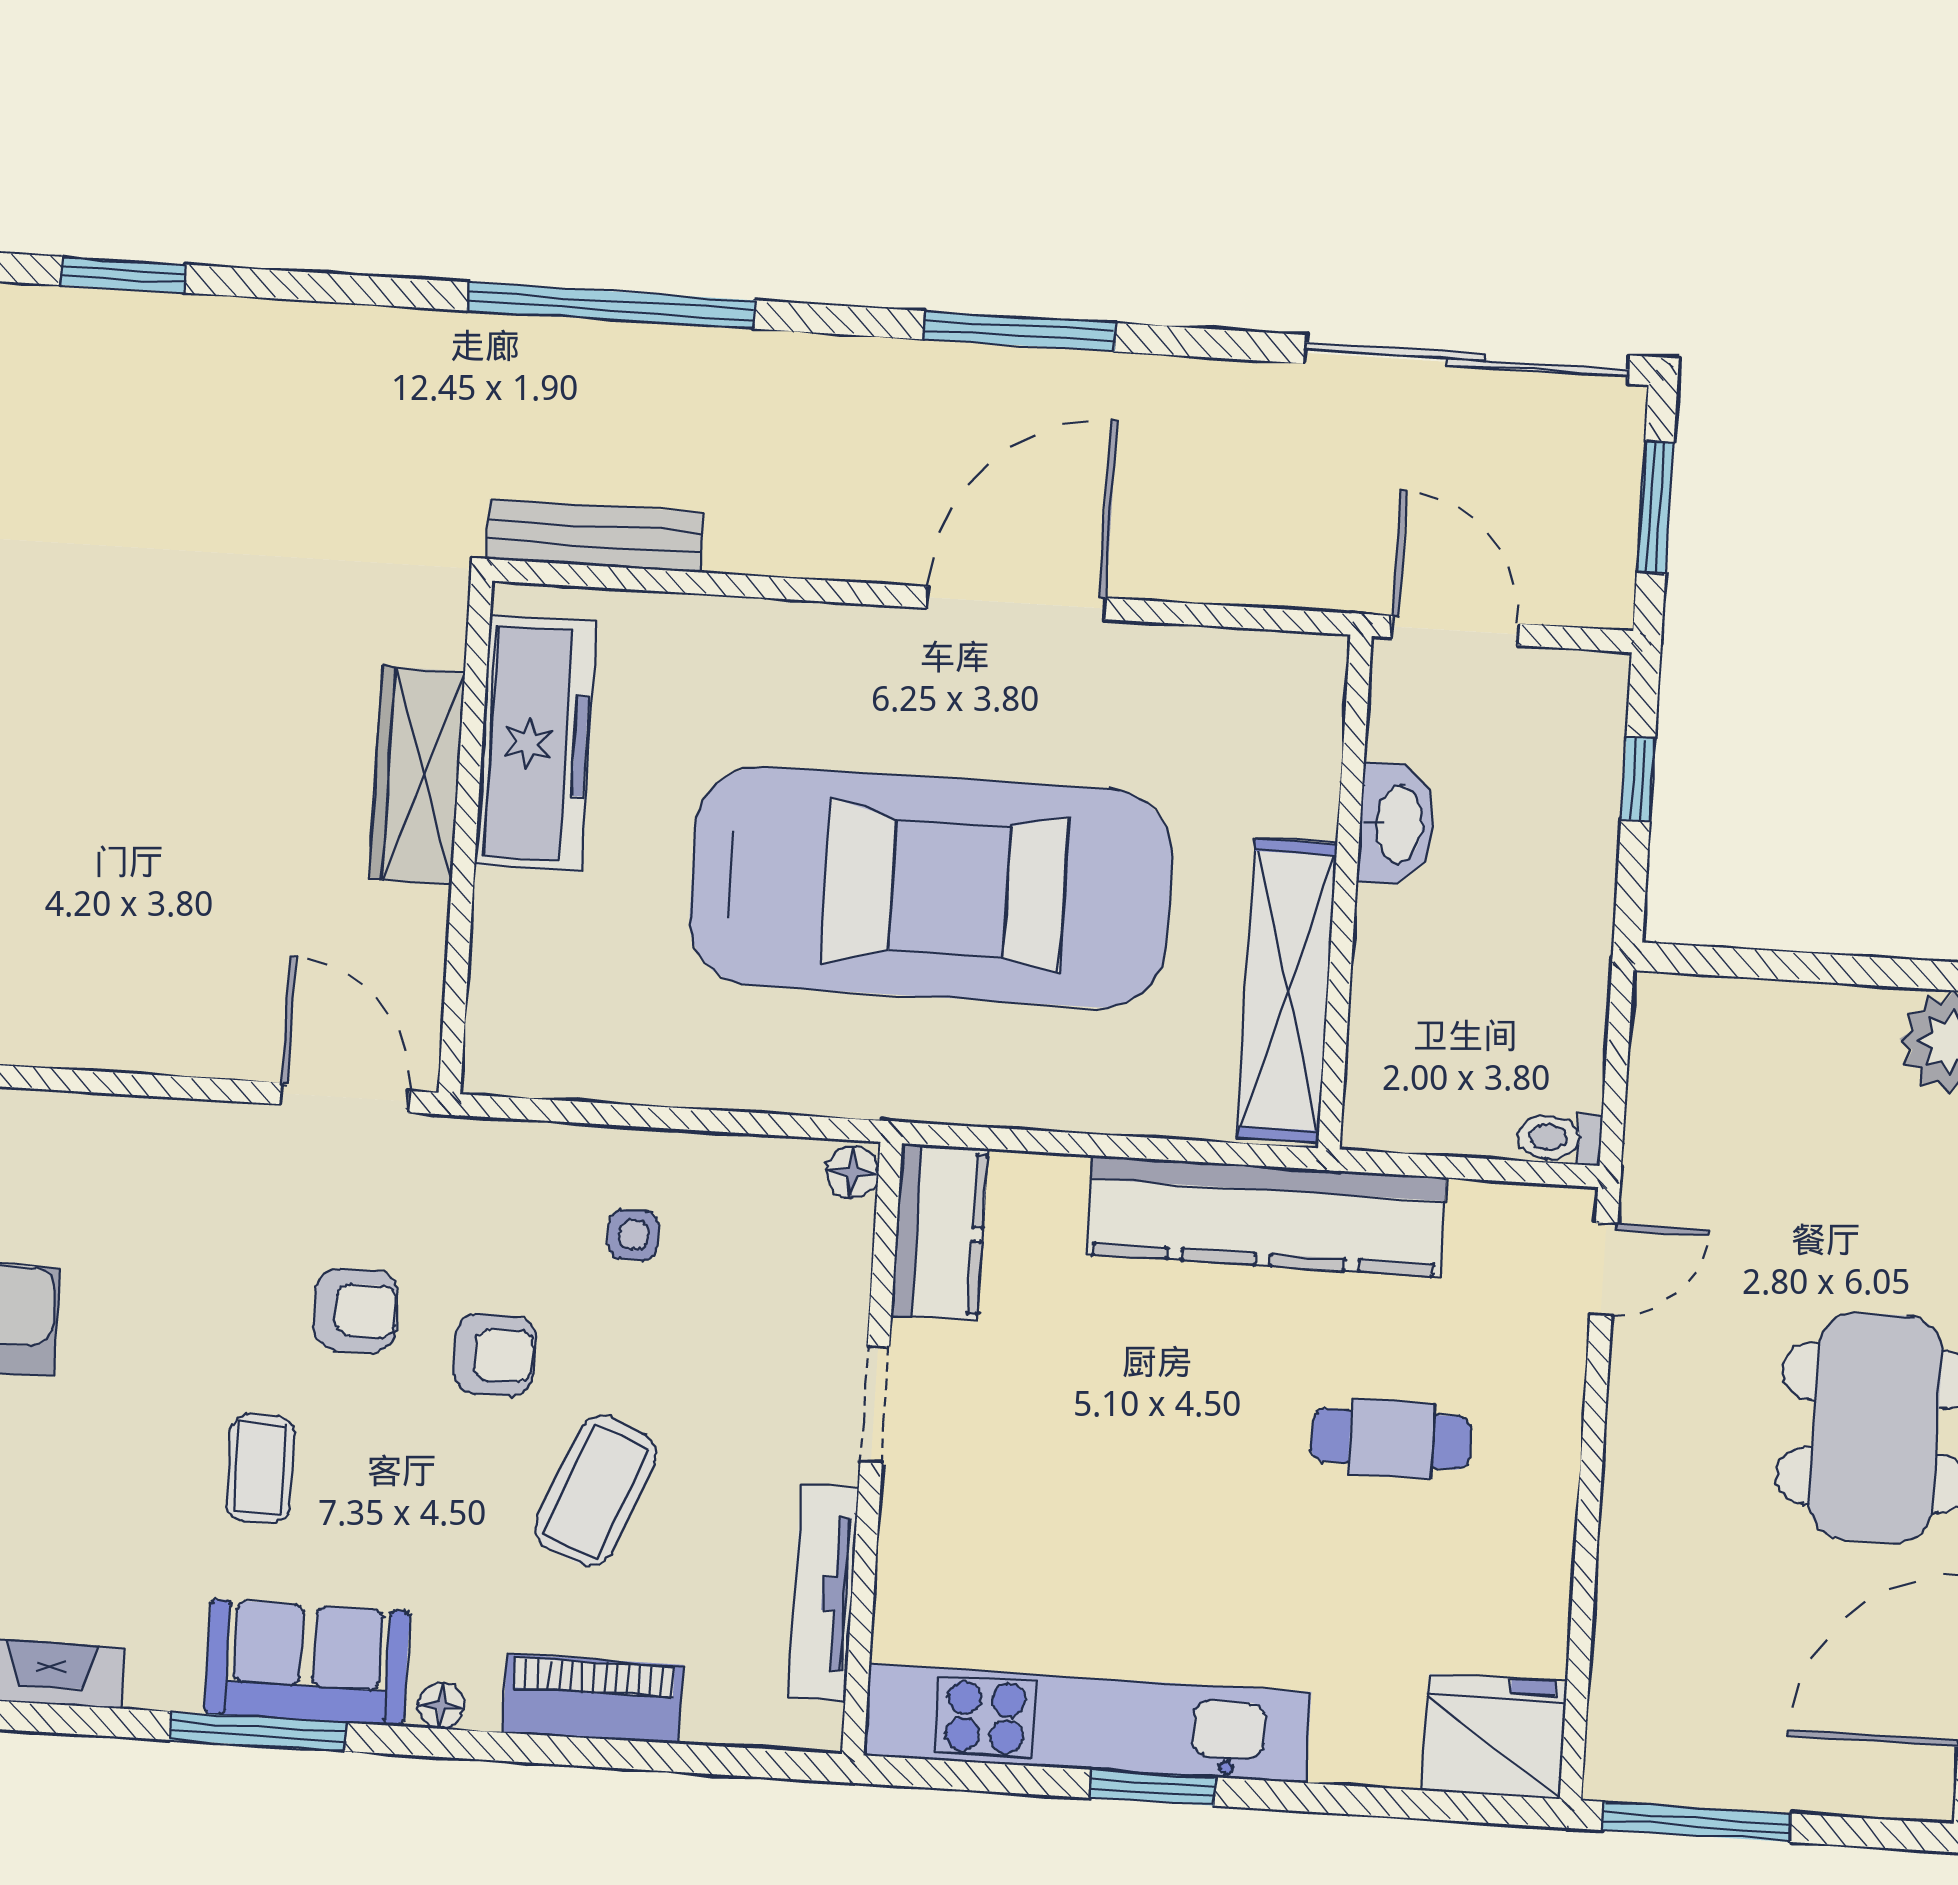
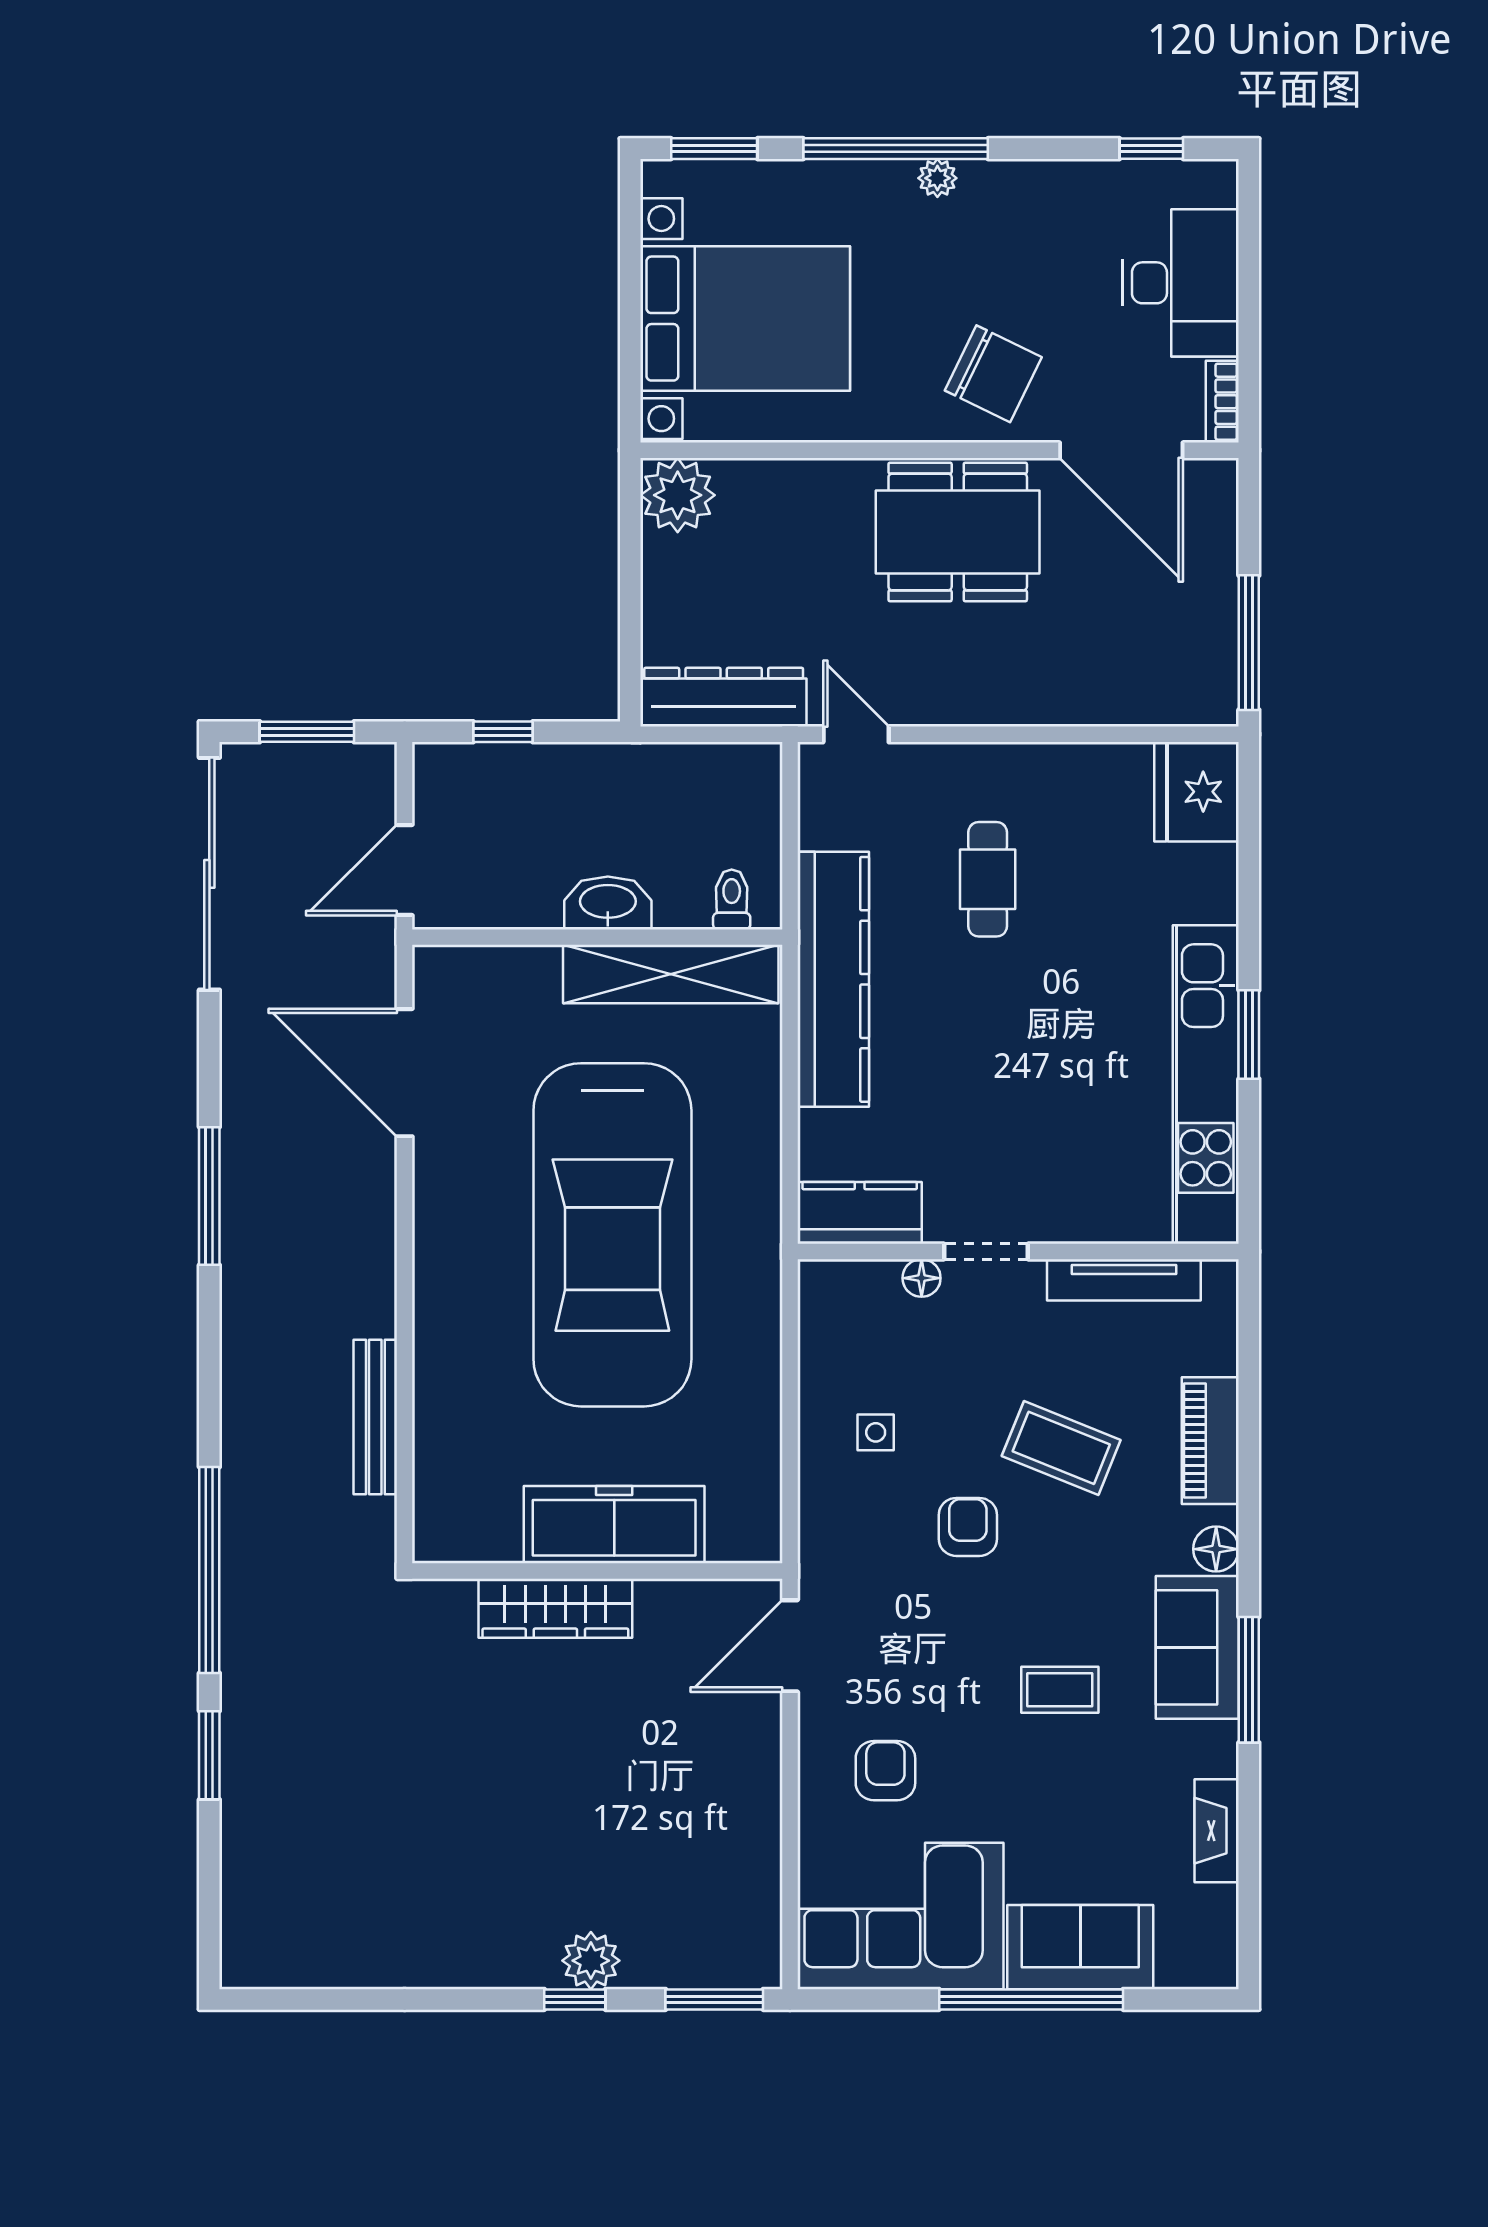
window: (123, 275) -> (209, 1755), moved
window: (611, 306) -> (209, 1570), moved
bench: (595, 536) -> (375, 1417), moved
door: (1016, 603) -> (405, 1073), moved
freezer: (536, 743) -> (614, 1525), moved
washbasin: (1397, 824) -> (608, 903), moved
car: (931, 887) -> (612, 1235), turned 180
dresser: (1667, 1088) -> (724, 697), added
toilet: (1560, 1138) -> (732, 899), moved, turned 180
floor lamp: (852, 1172) -> (922, 1278), moved
armchair: (356, 1310) -> (885, 1771), moved
floor lamp: (441, 1706) -> (1216, 1549), width x1.37, depth x1.37

